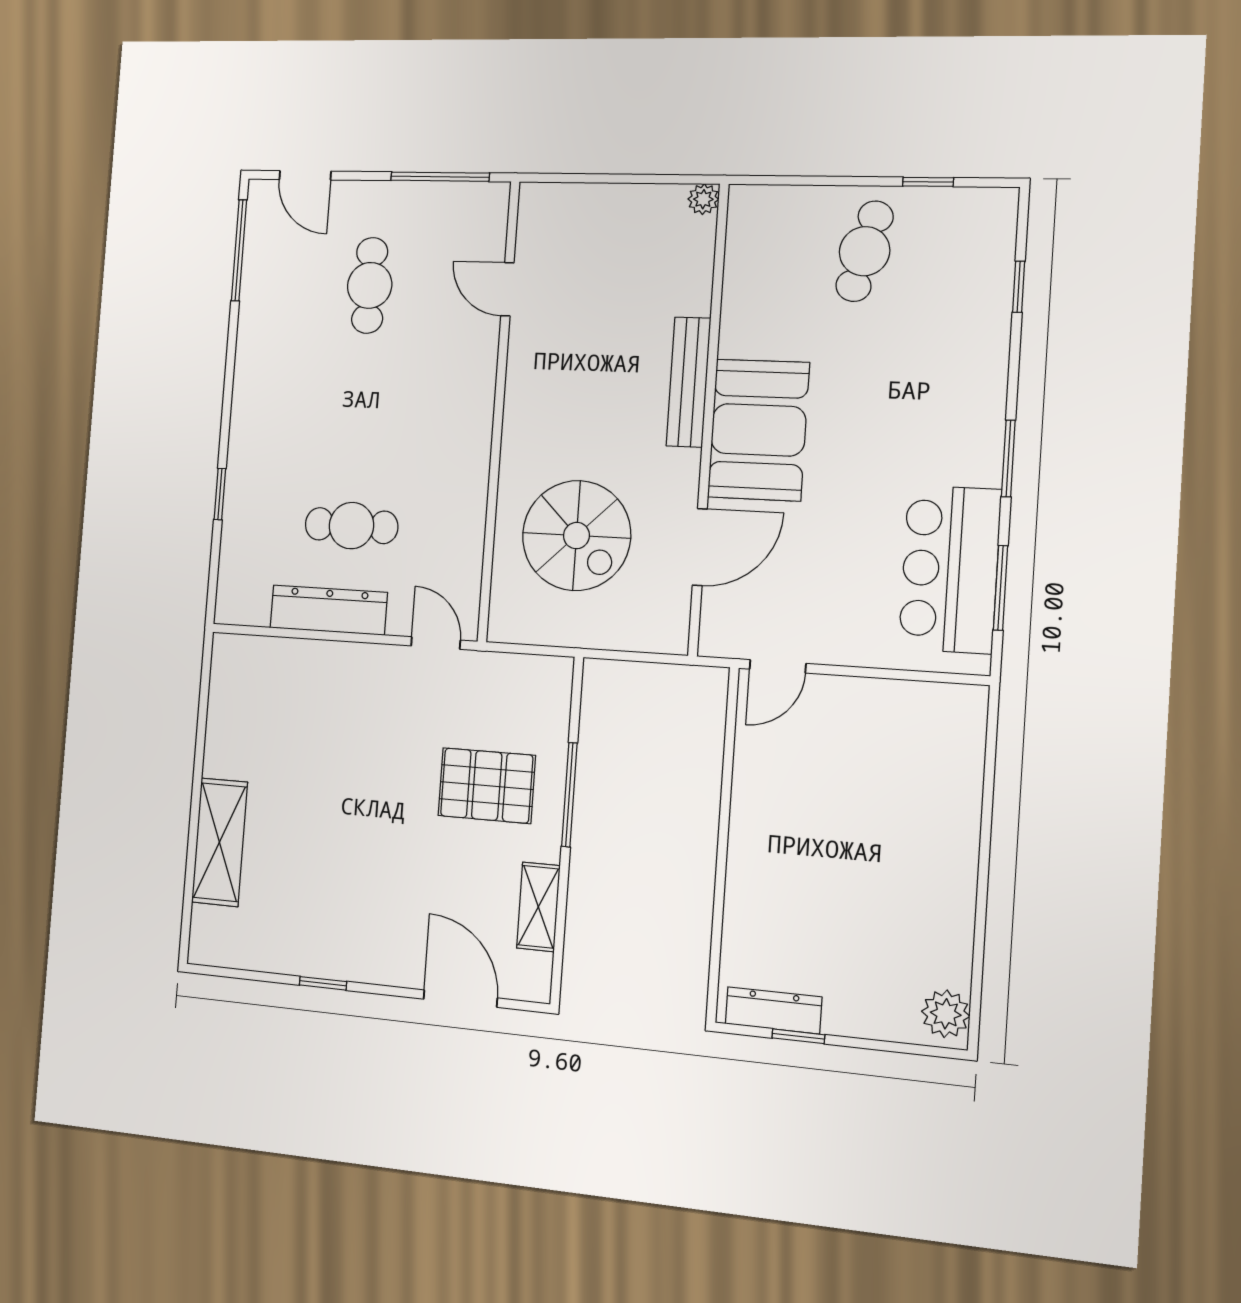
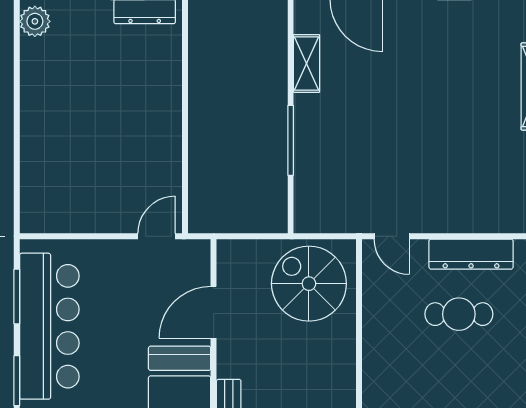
spiral stairs: (576, 536) -> (309, 284), moved
bar counter: (950, 569) -> (49, 326), width x1.36
pallet: (487, 786) -> (348, 142), removed

